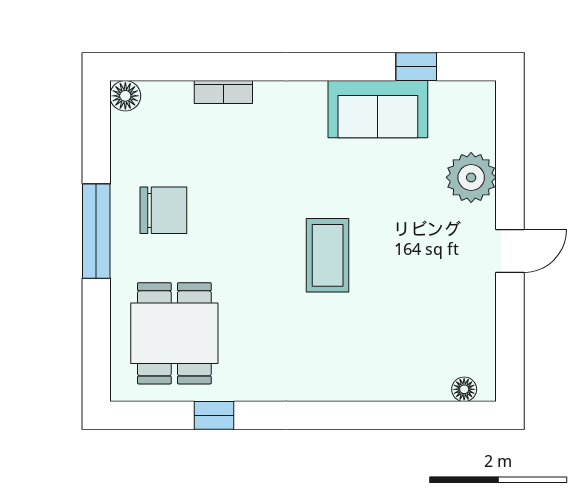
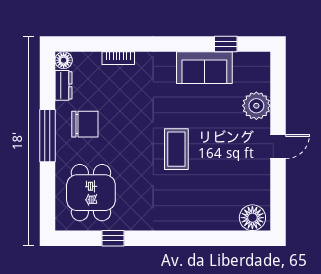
dresser: (125, 141) -> (63, 85), added
floor lamp: (464, 389) -> (252, 218), width x1.89, depth x1.89

